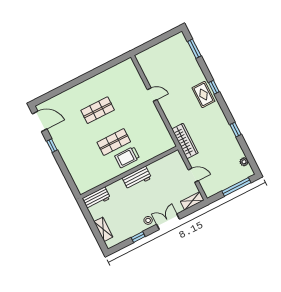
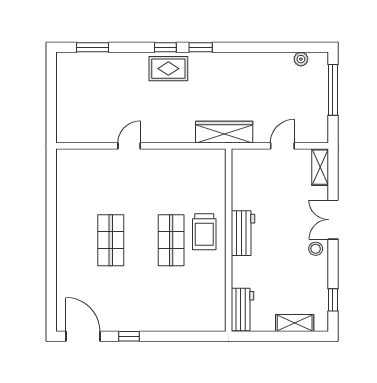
door: (40, 121) -> (83, 336), hinge flipped
window: (235, 130) -> (201, 47), moved
window: (138, 237) -> (333, 300), moved

